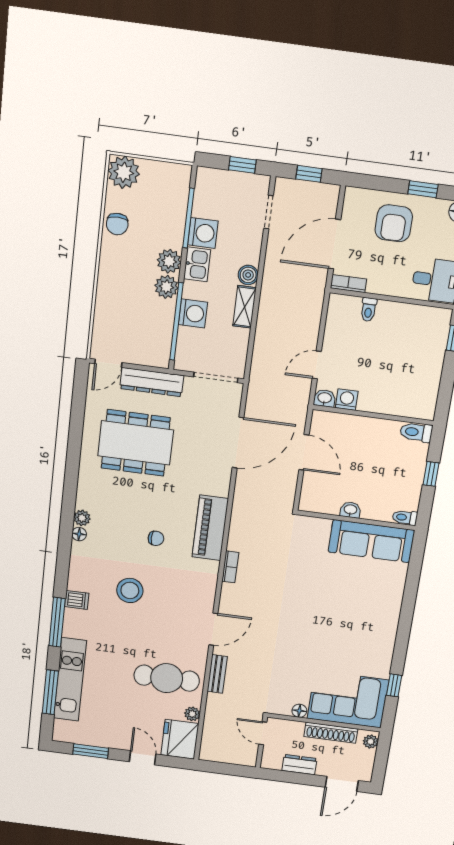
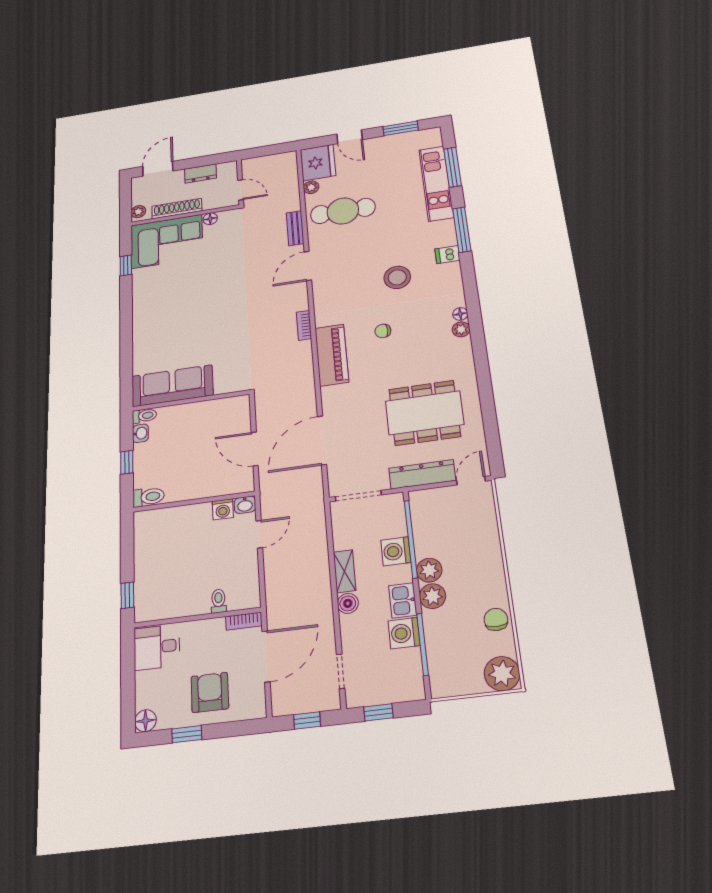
washbasin: (350, 510) -> (140, 433), moved, turned -90

